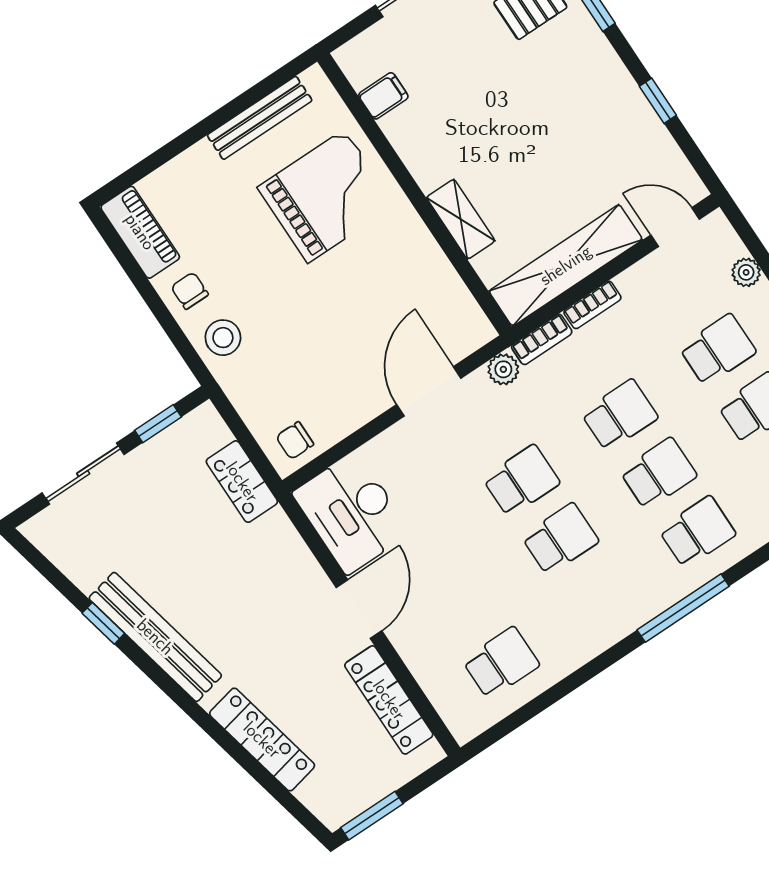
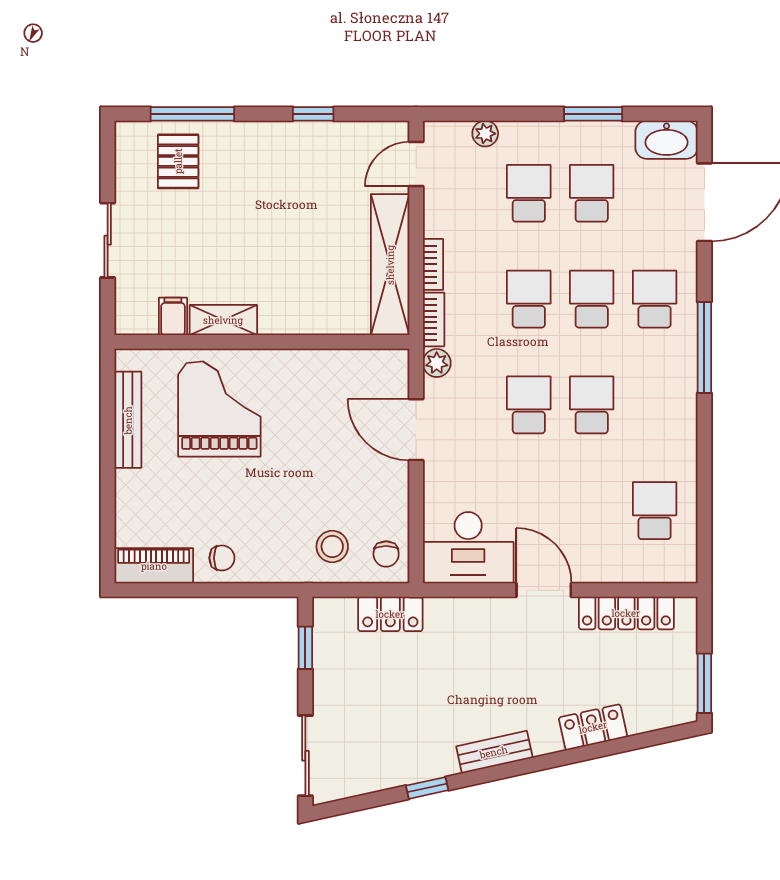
shelving: (461, 219) -> (223, 320), moved
chair: (190, 291) -> (222, 558), turned 180
stool: (223, 338) -> (332, 547), moved
sliding door: (83, 474) -> (305, 756), moved
bench: (155, 637) -> (494, 752), width x0.54, depth x0.82
locker: (262, 740) -> (593, 727), width x0.66

